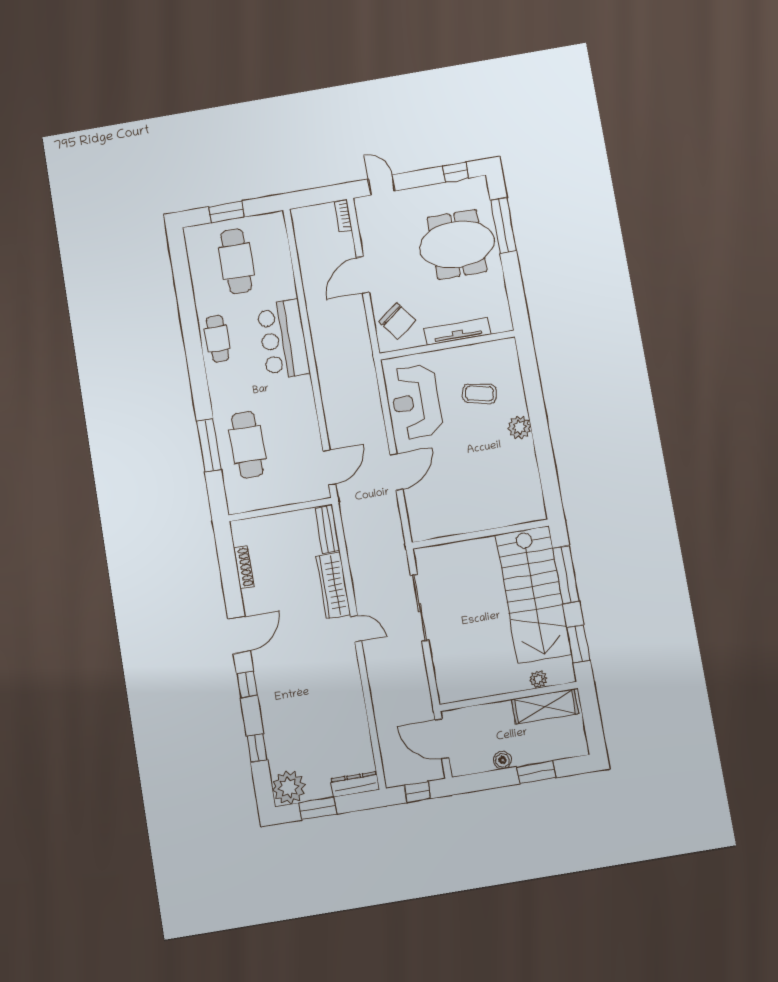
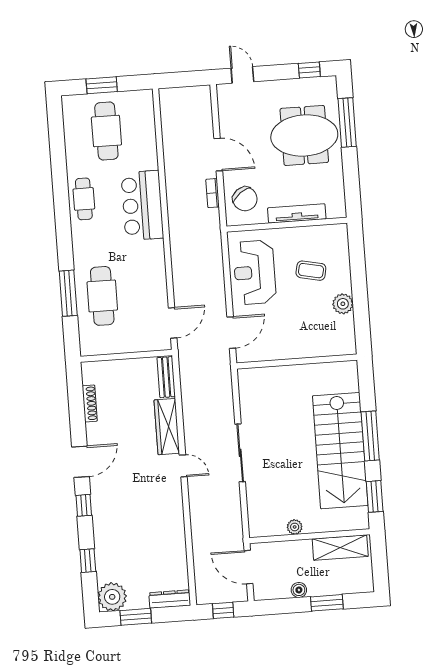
bookcase: (343, 216) -> (213, 193), moved
door: (363, 275) -> (218, 155), swing flipped
wall: (480, 534) -> (297, 361), moved
plant: (538, 679) -> (295, 527), moved

